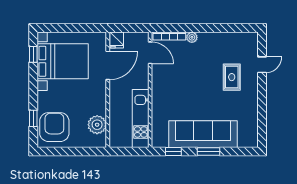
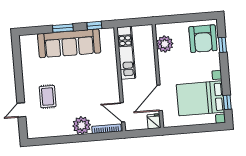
plant: (192, 37) -> (82, 125), width x1.88, depth x1.88

